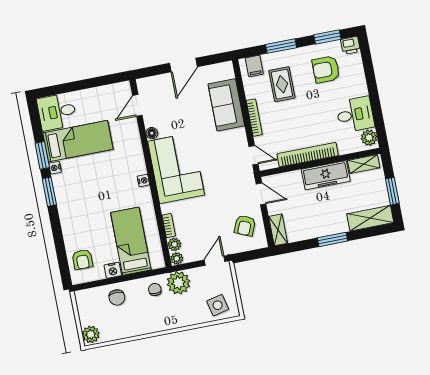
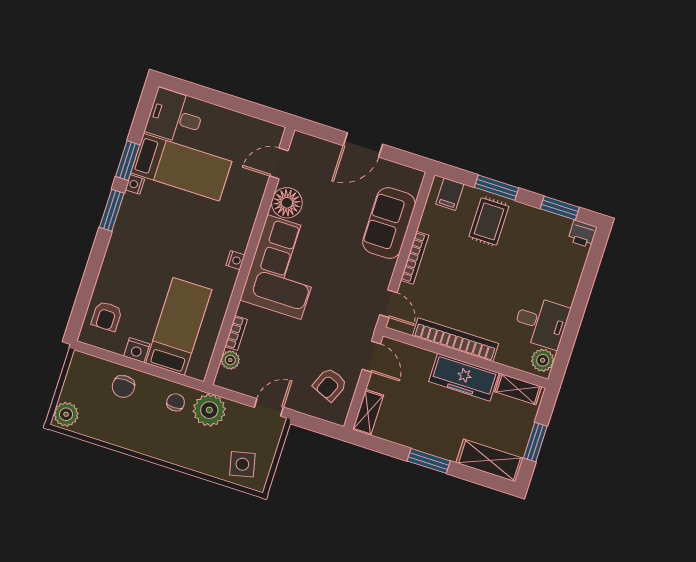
armchair: (326, 69) -> (536, 247), removed
rug: (282, 84) -> (489, 221), moved
floor lamp: (152, 133) -> (287, 203), width x1.89, depth x1.89
plant: (177, 258) -> (224, 379), removed

